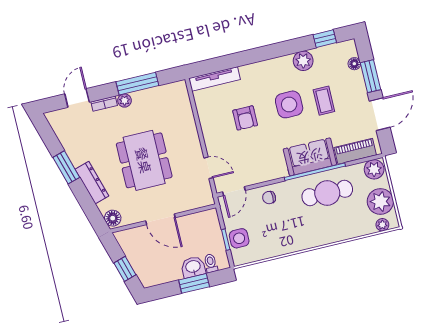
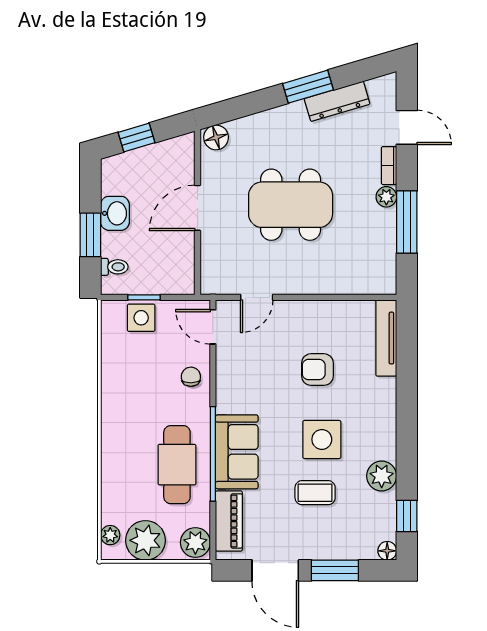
floor lamp: (354, 64) -> (387, 551), moved
dresser: (92, 183) -> (337, 101), moved
washbasin: (193, 267) -> (115, 213), moved

